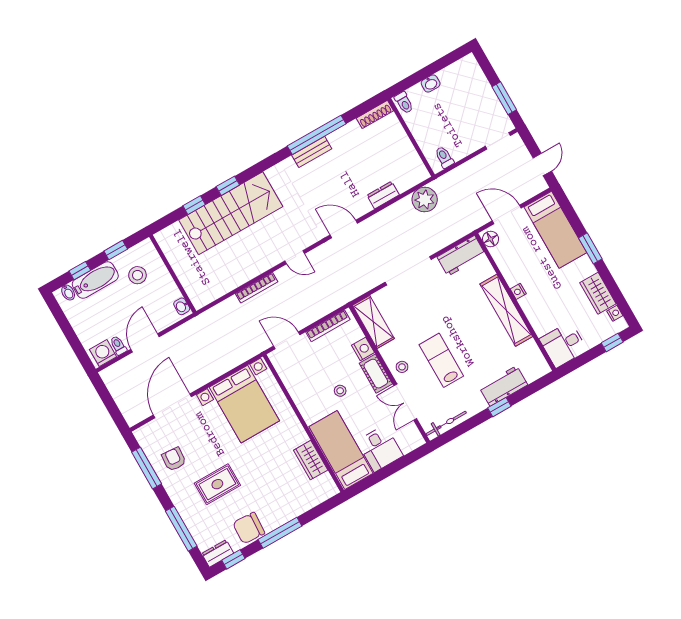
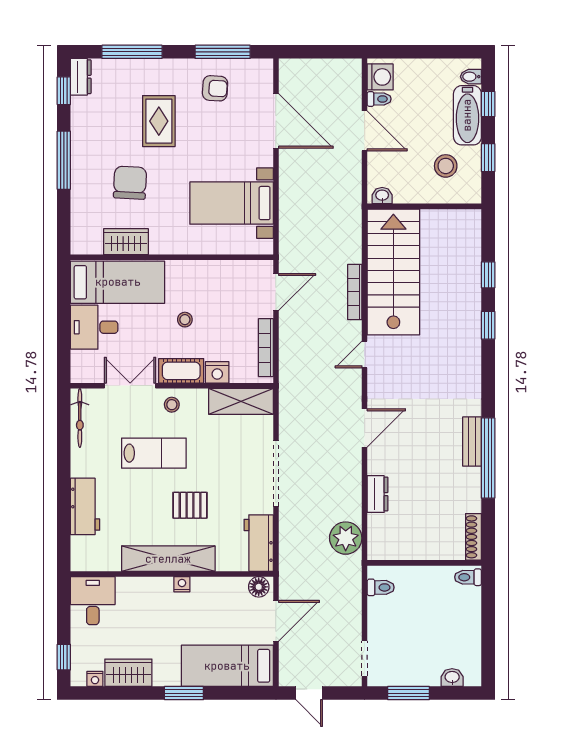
washbasin: (431, 83) -> (452, 678), moved, turned 90
stairs: (231, 213) -> (393, 272), moved, turned 180
pallet: (462, 316) -> (190, 505), added
bed with nightstands: (244, 404) -> (232, 203), width x0.73
window: (499, 407) -> (64, 488), removed
chair: (249, 528) -> (130, 183), moved

